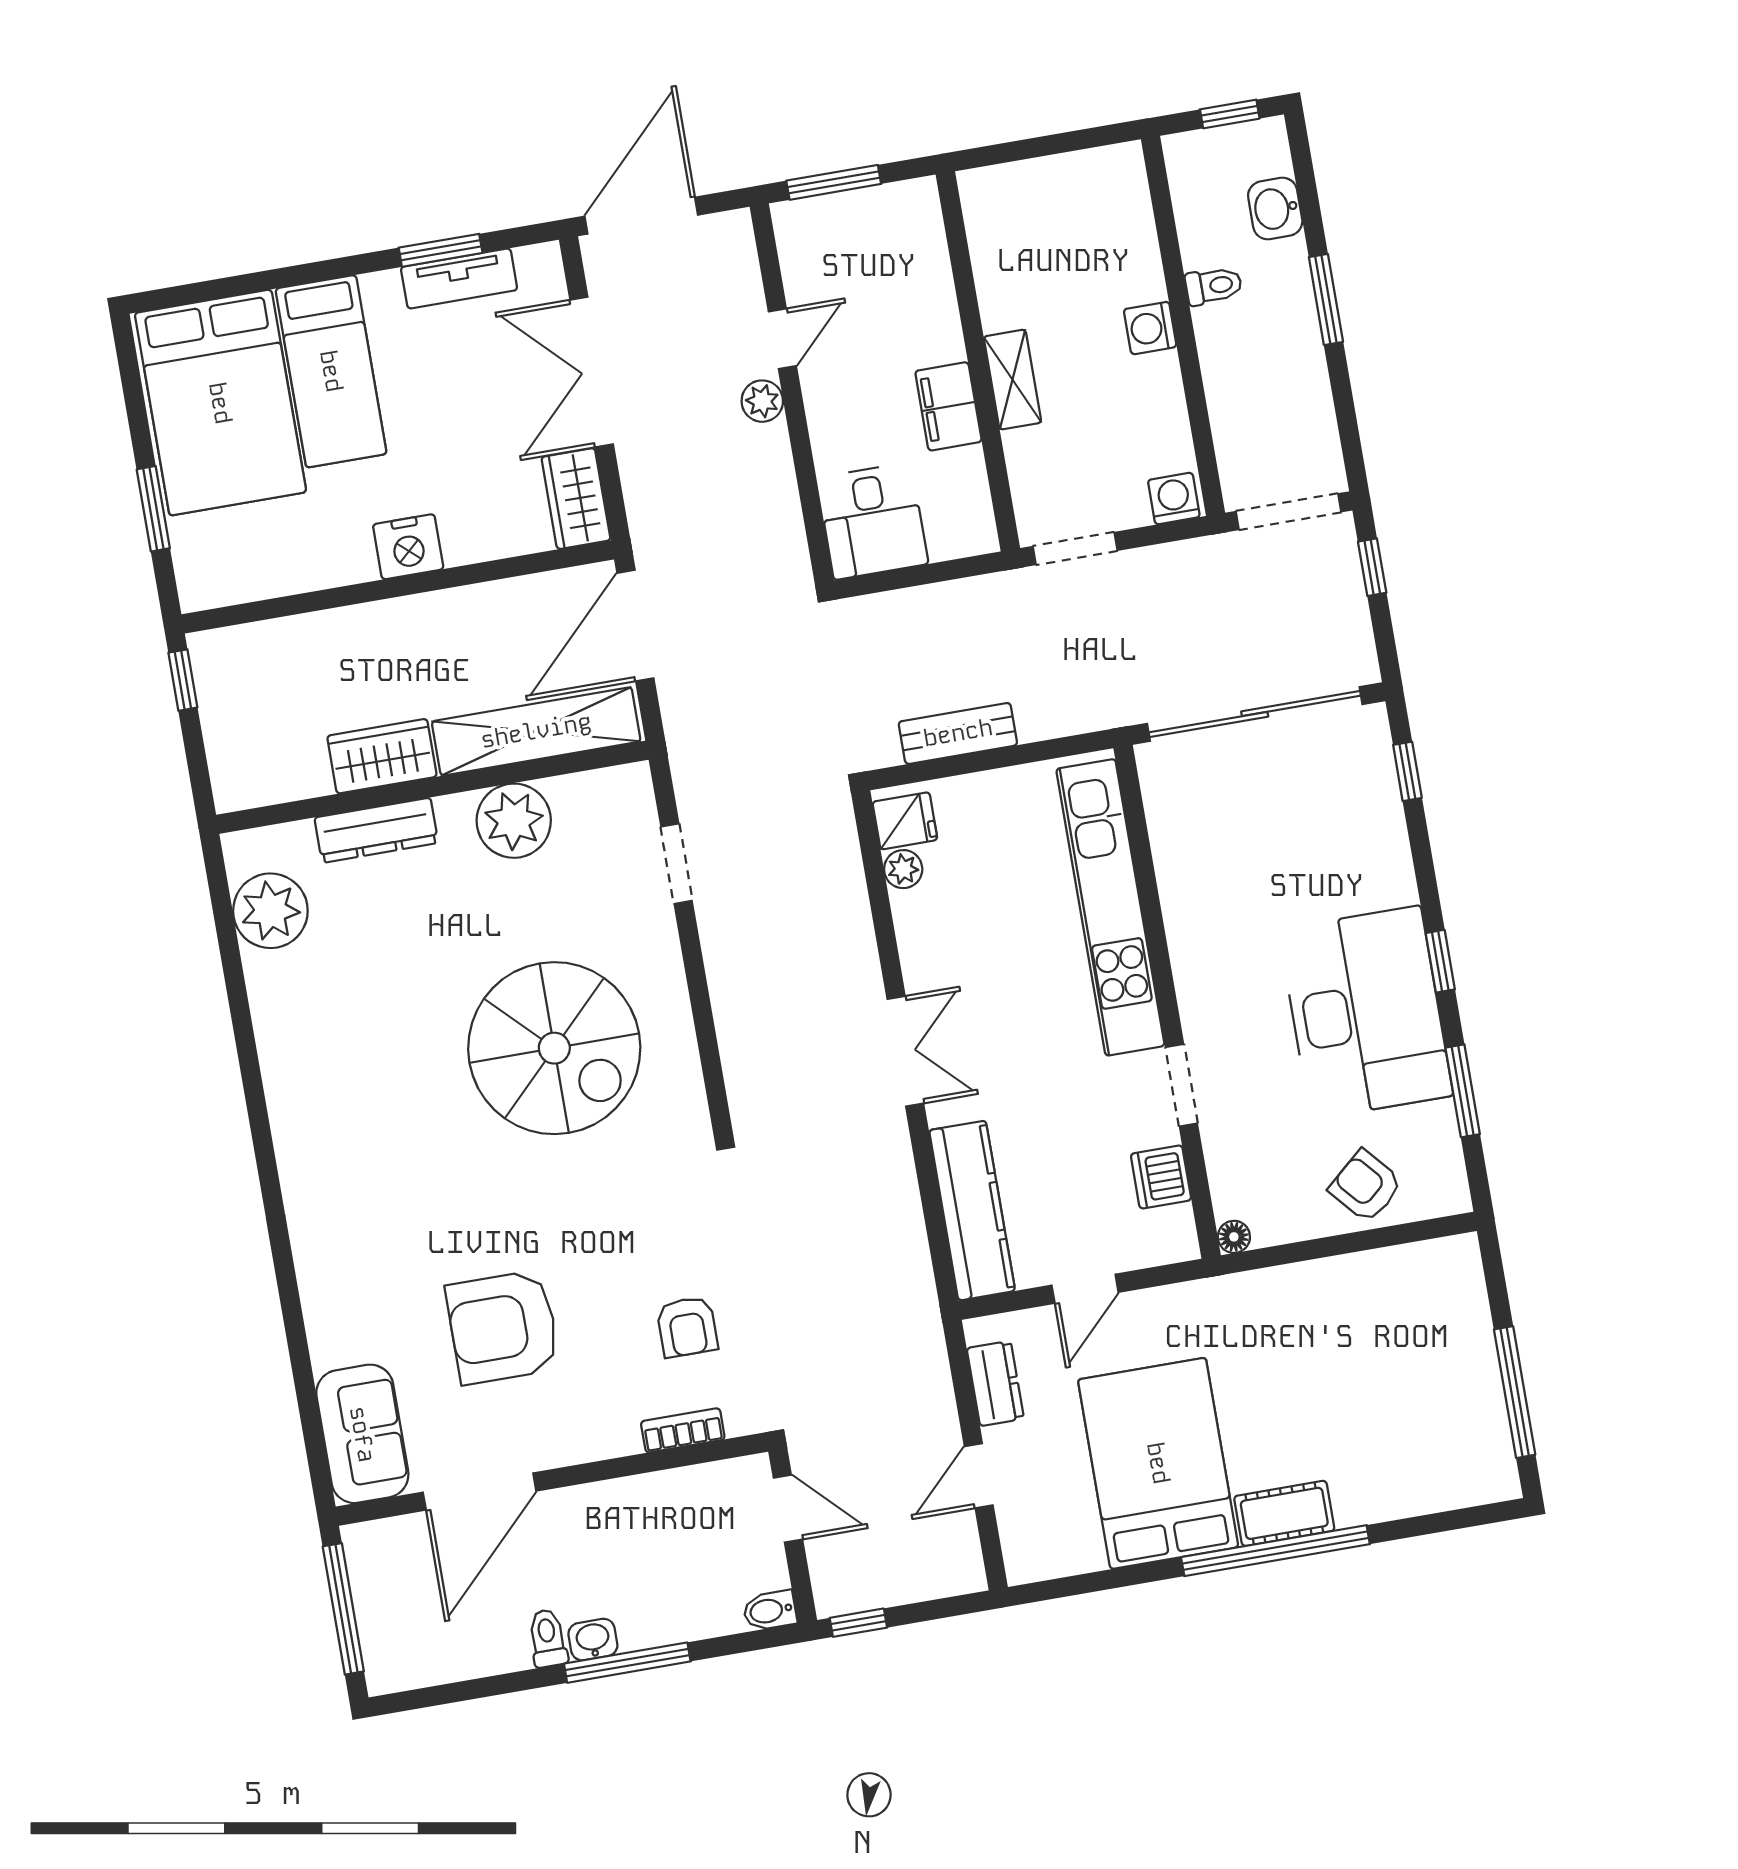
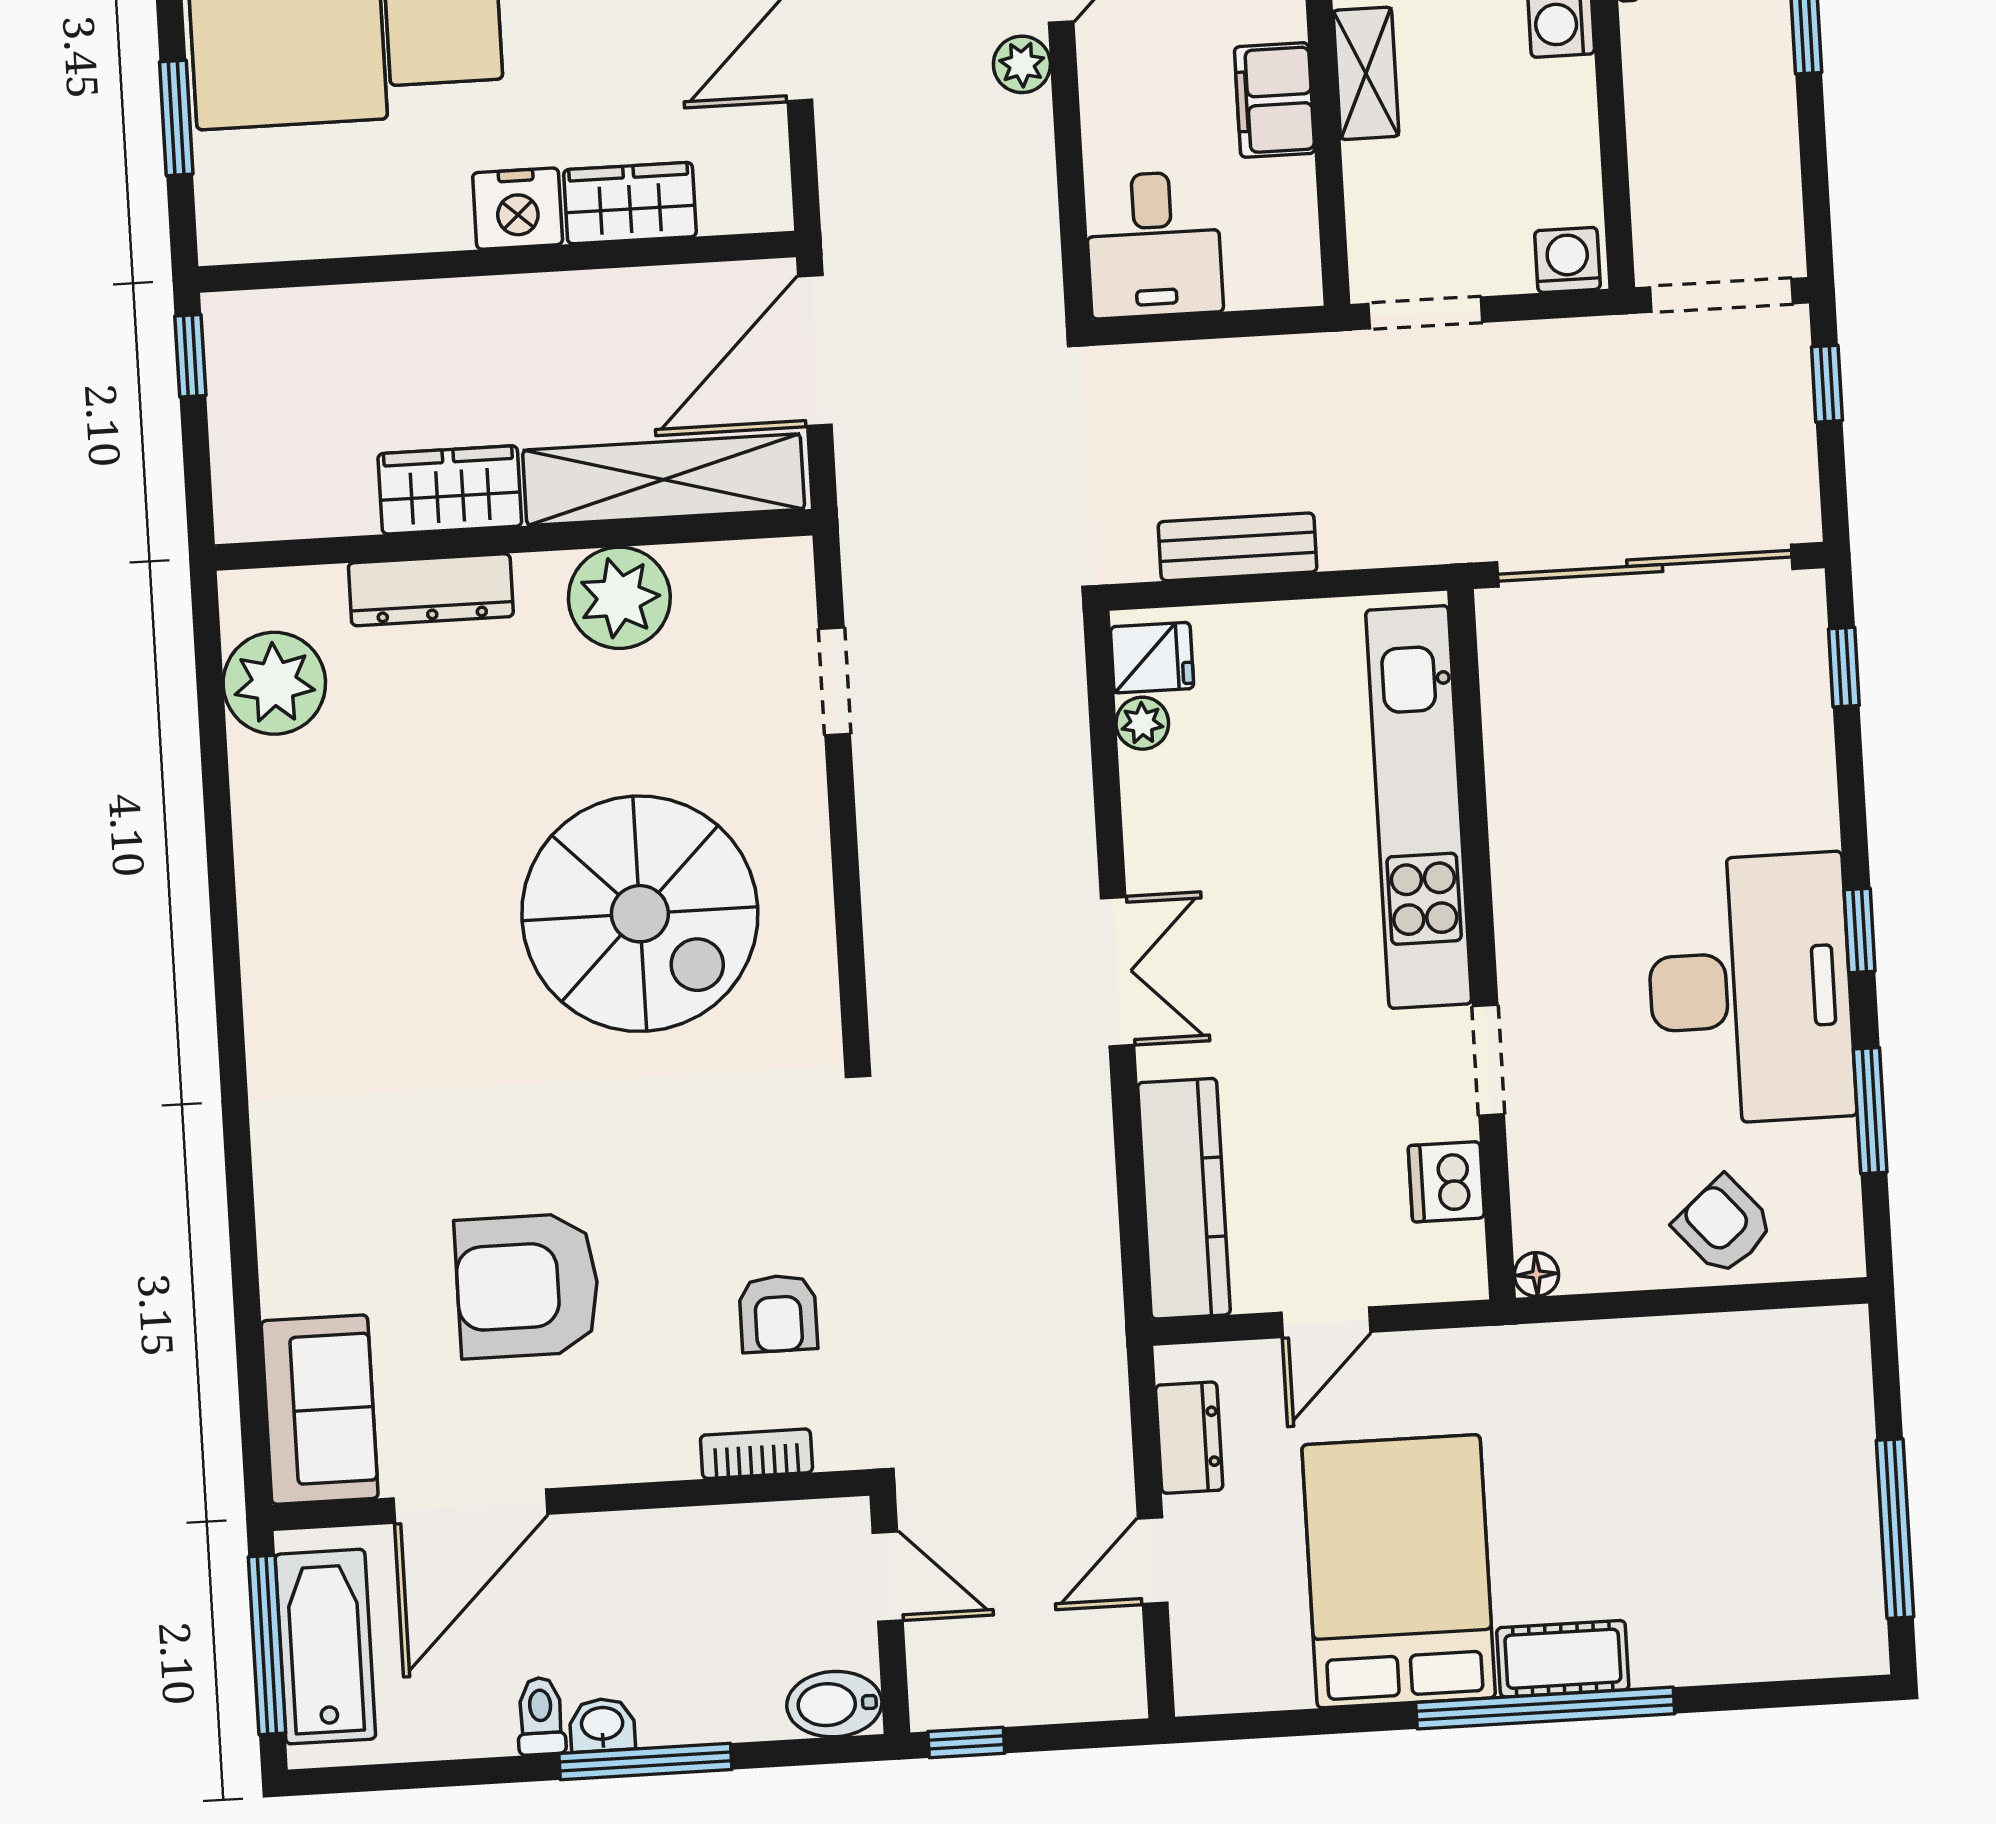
wardrobe: (576, 499) -> (630, 203), moved, turned 90
bathtub: (386, 1605) -> (325, 1647), added
bidet: (770, 1611) -> (834, 1704), width x1.38, depth x1.36

